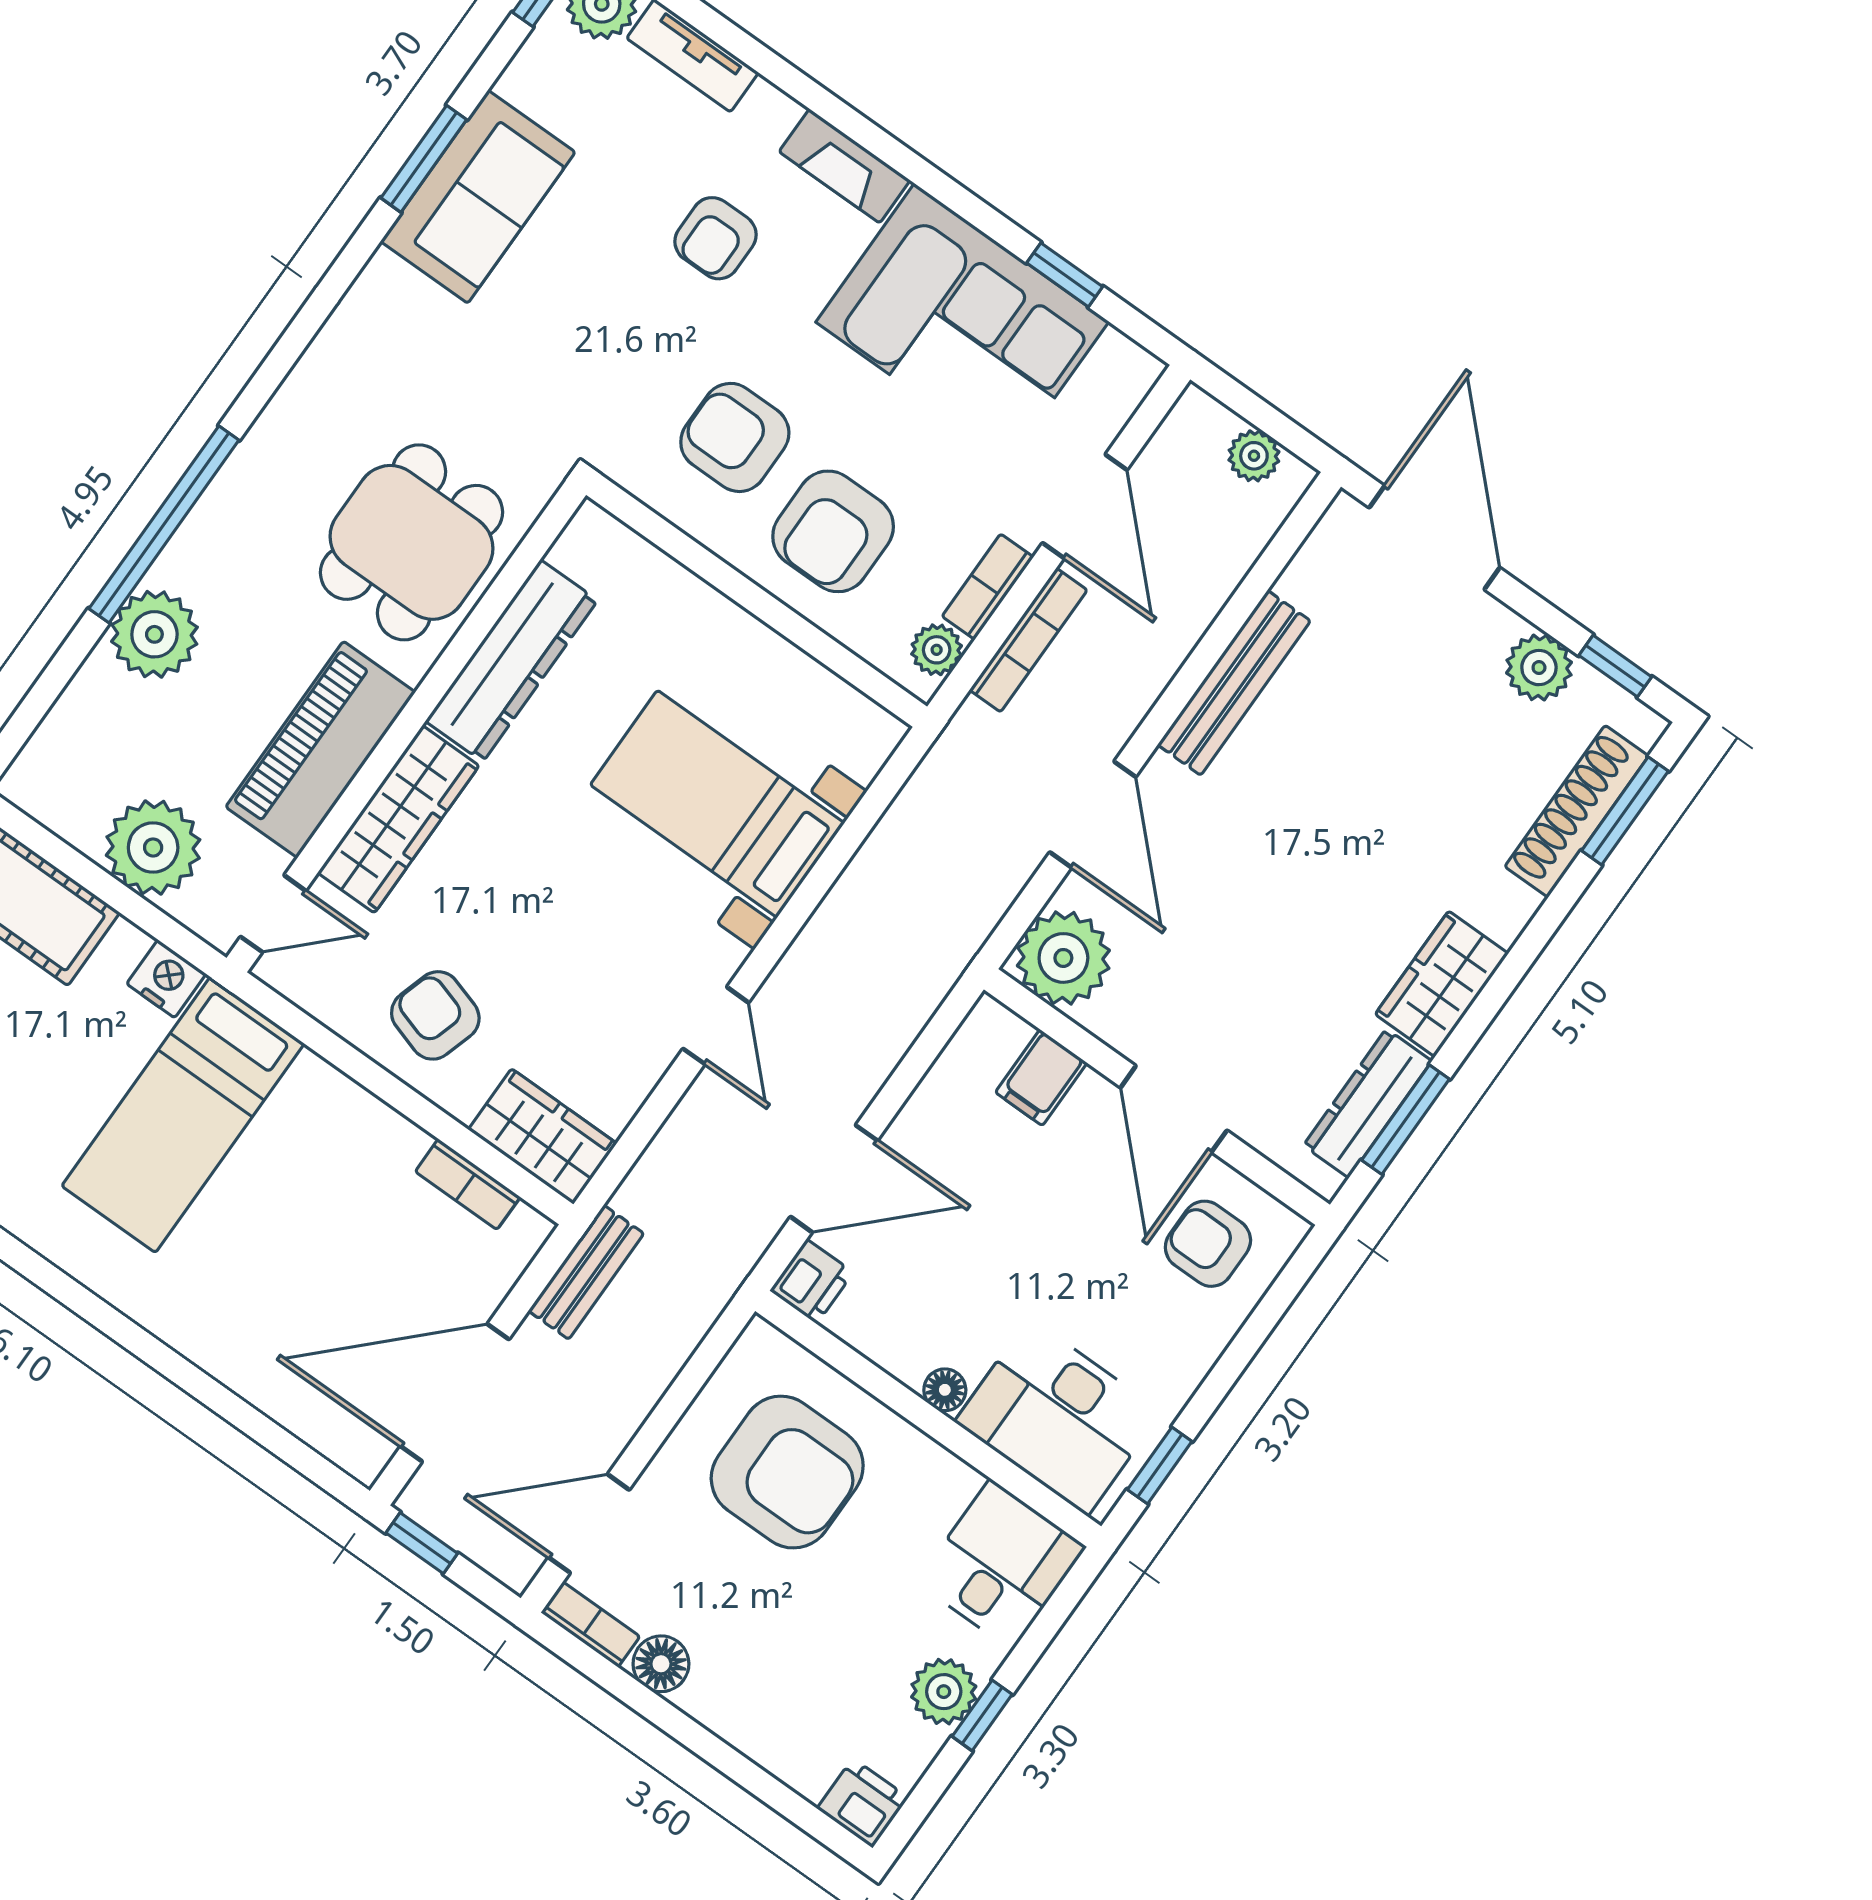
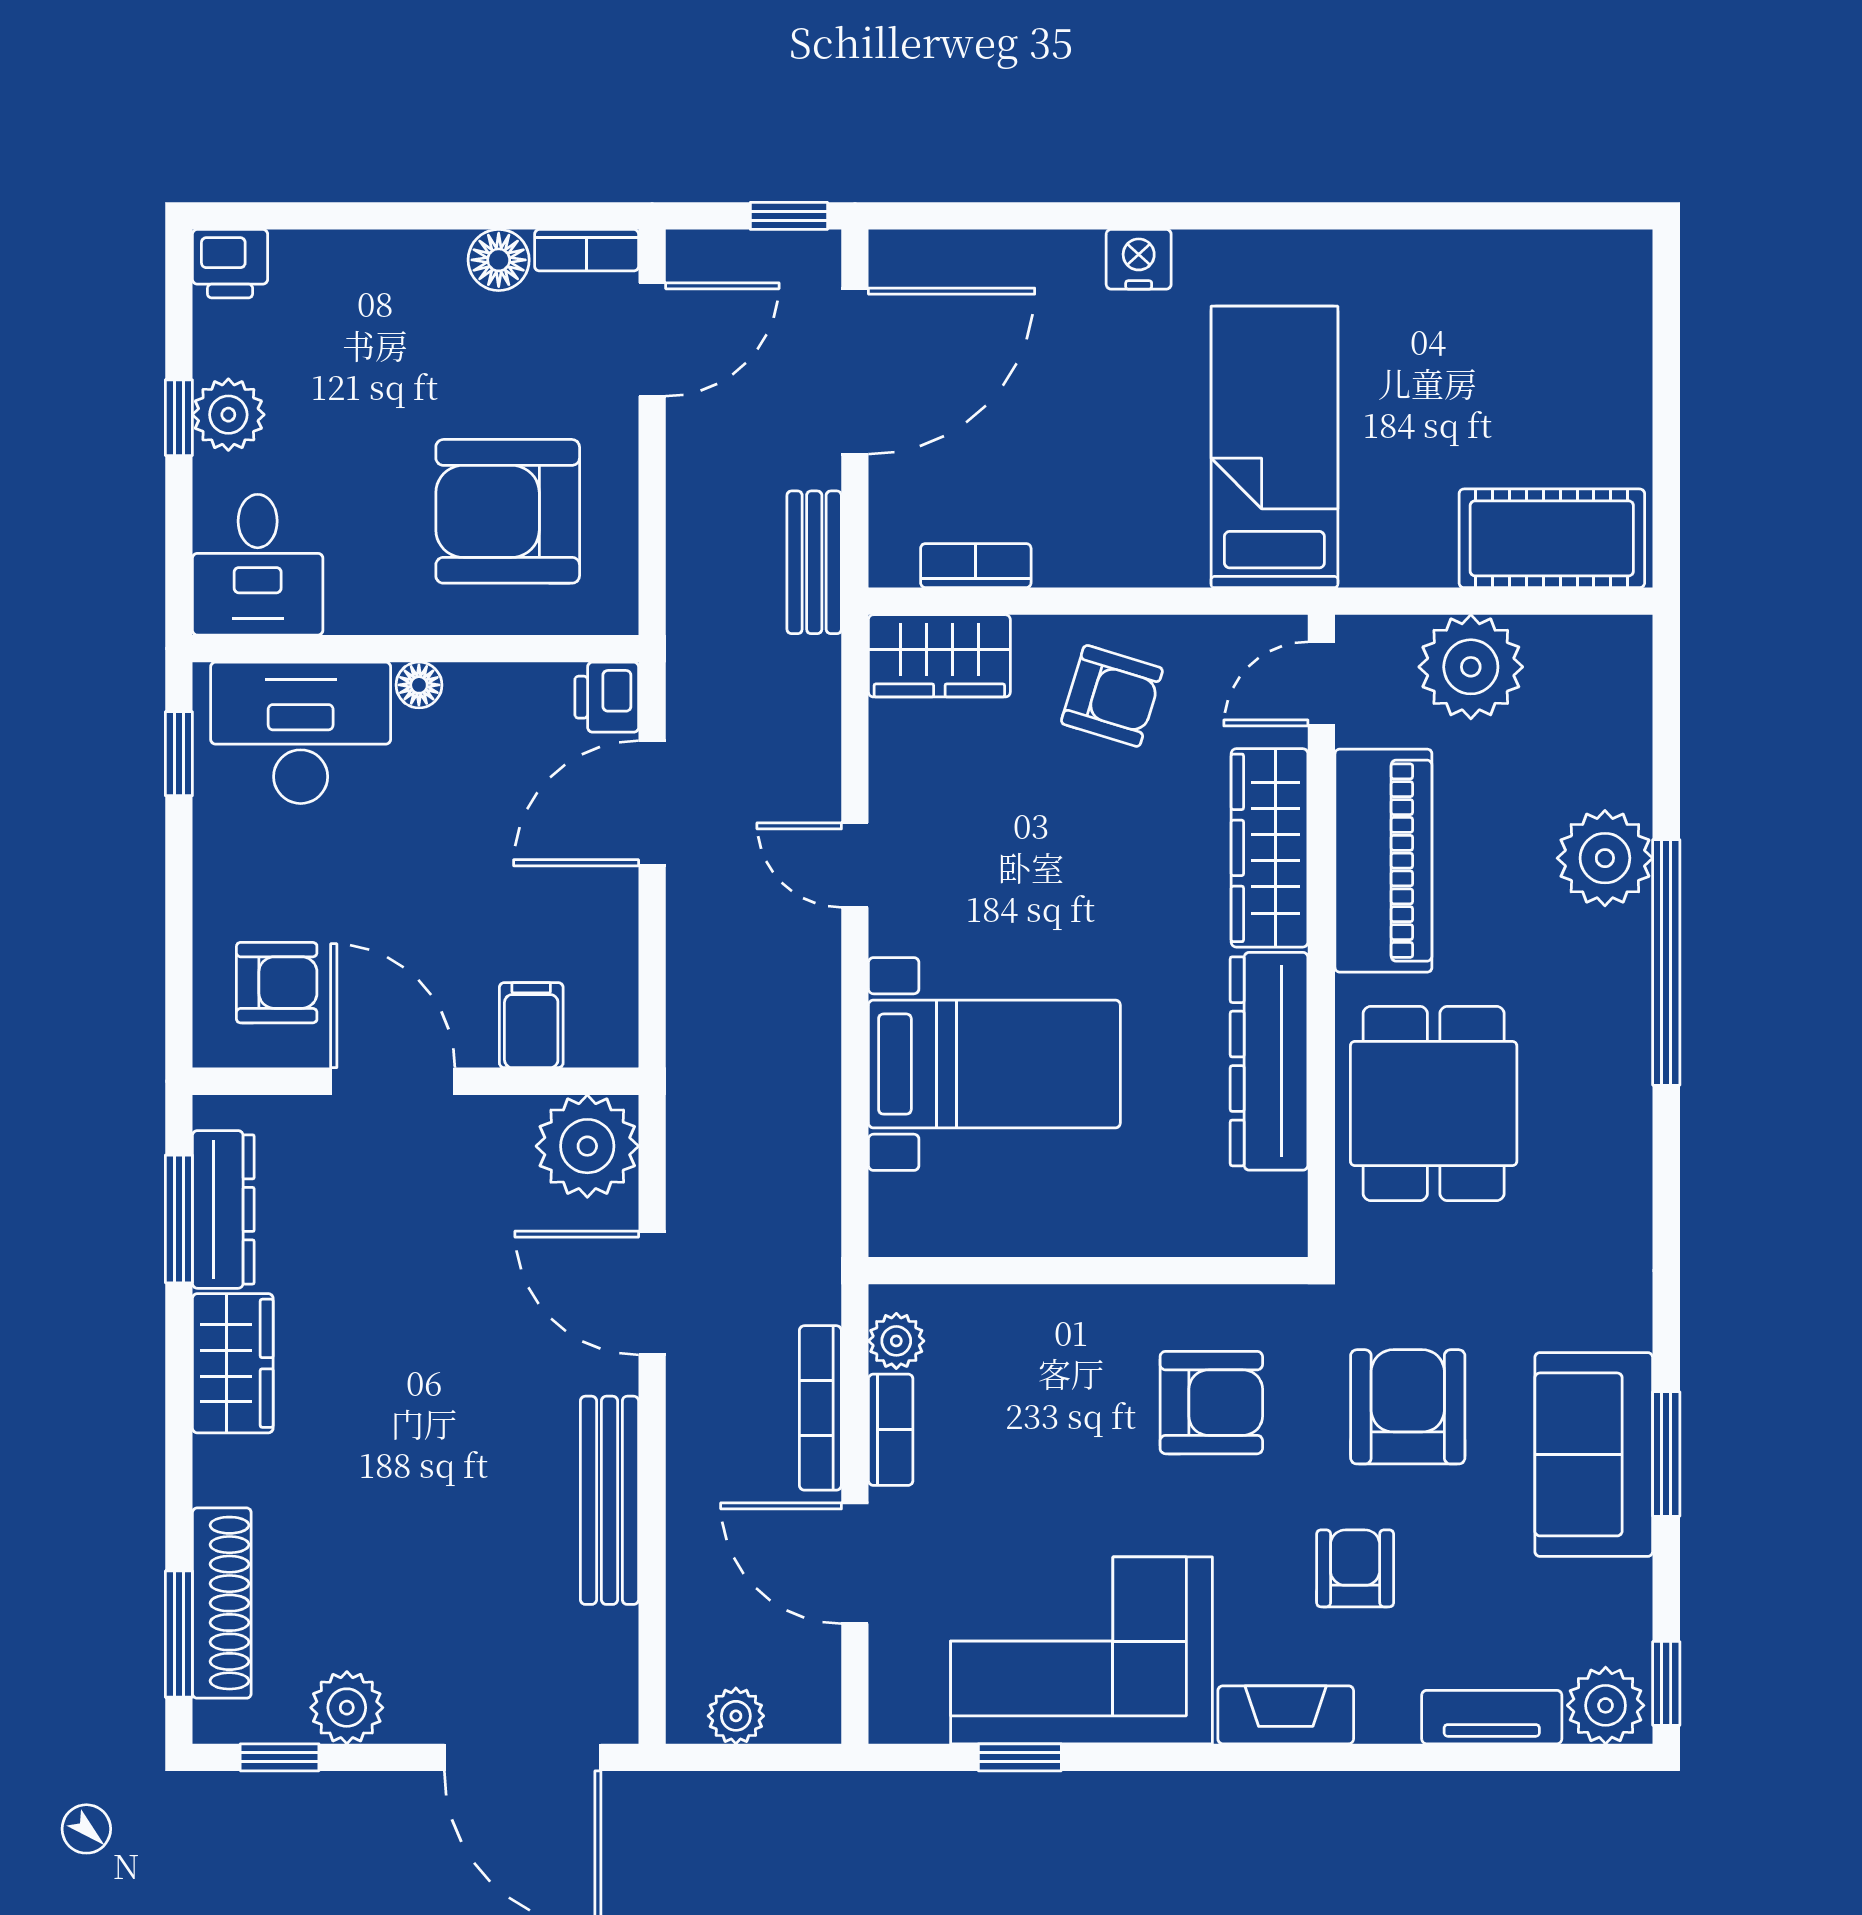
armchair: (833, 531) -> (1408, 1407), moved
nightstand: (166, 979) -> (1139, 259), moved, turned 180

